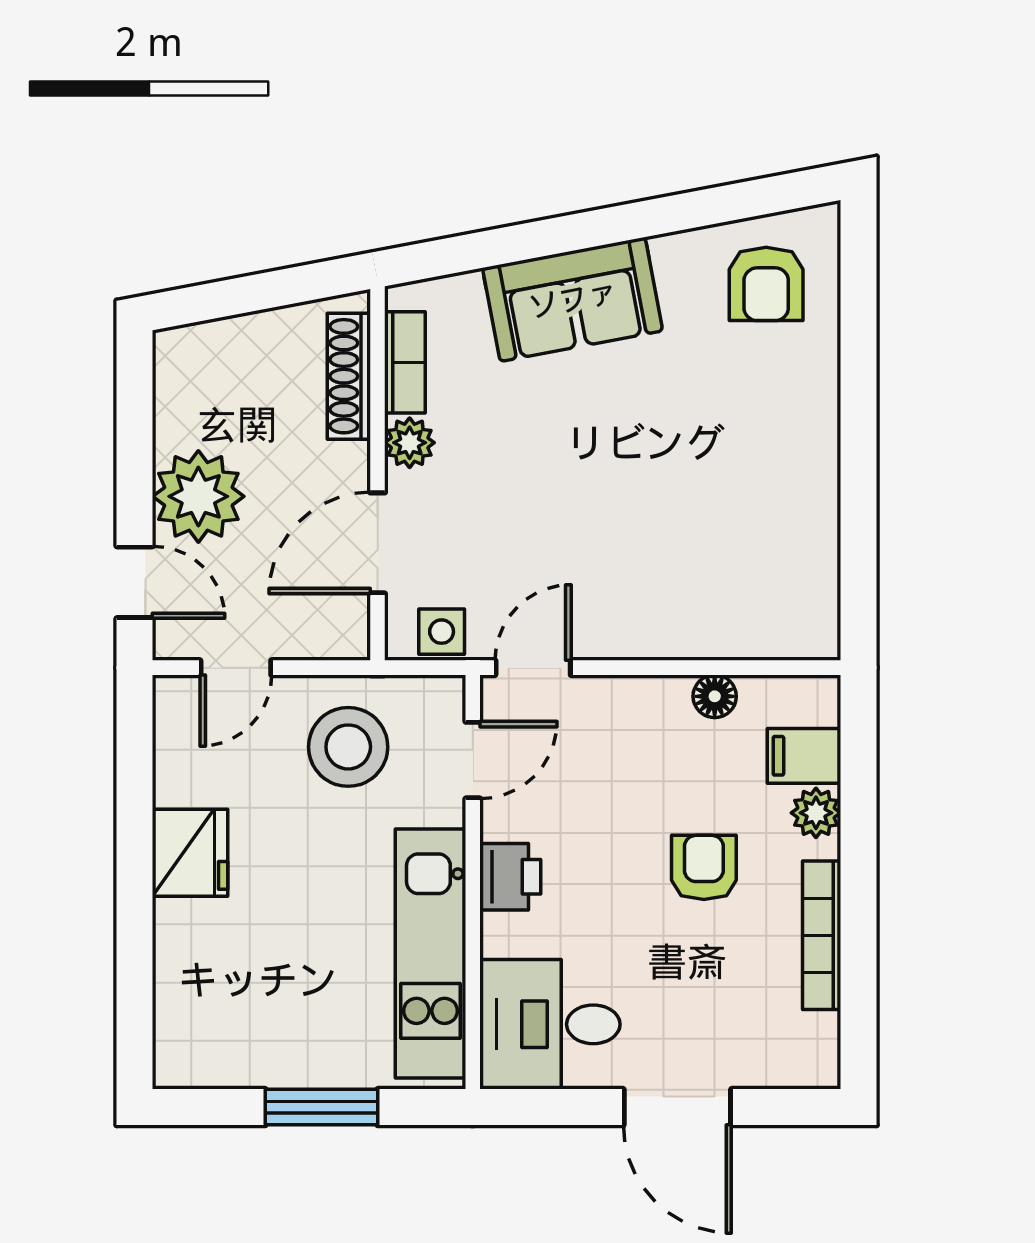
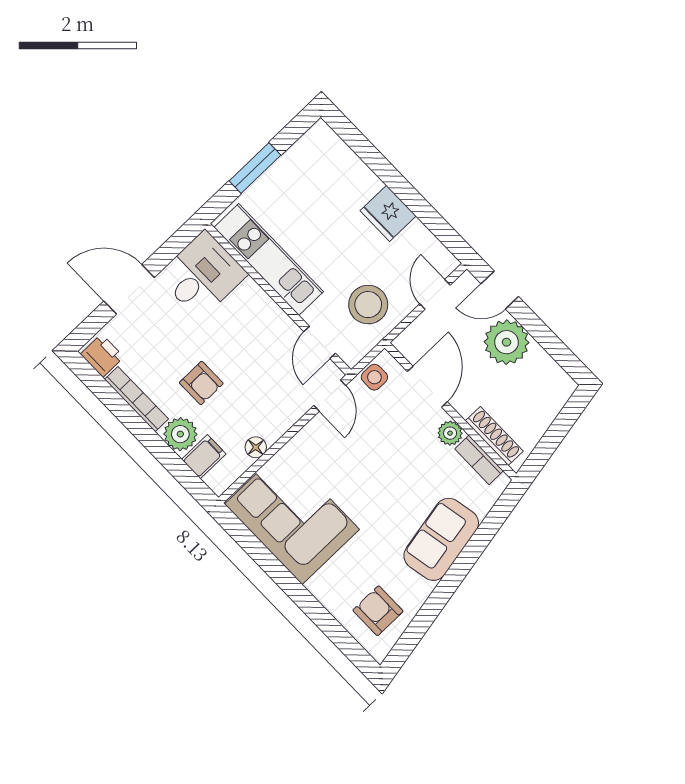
corner sofa: (759, 543) -> (292, 517), added
plant: (816, 813) -> (180, 434), width x1.38, depth x1.38
printer: (510, 877) -> (102, 355), moved, turned 180

